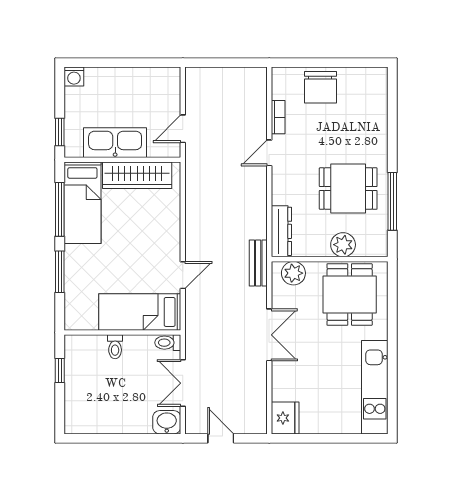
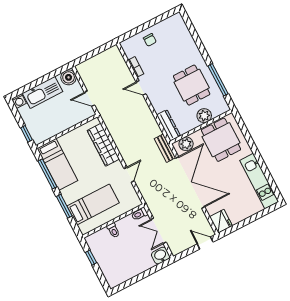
boiler: (168, 80) -> (69, 77), added
chair: (320, 87) -> (150, 40), width x0.54, depth x0.54
door: (183, 129) -> (90, 99), hinge flipped
kitchen sink: (115, 143) -> (43, 92), moved, turned 180
door: (269, 153) -> (141, 88), hinge flipped
wardrobe: (137, 175) -> (103, 145), moved, turned 90
dining table: (348, 189) -> (192, 85), turned 90
bed: (140, 312) -> (93, 204), moved, turned 180
double door: (269, 335) -> (190, 182), width x1.87
door: (221, 438) -> (205, 243), moved

